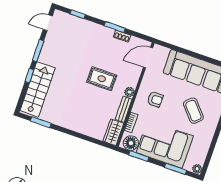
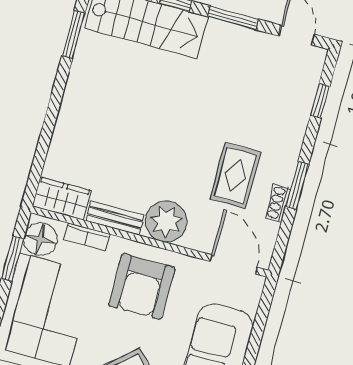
rug: (102, 79) -> (235, 176), moved
plant: (129, 92) -> (166, 221), width x1.88, depth x1.88
armchair: (155, 99) -> (142, 287), width x1.88, depth x1.88

